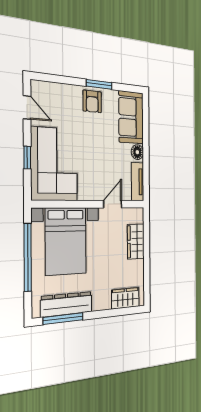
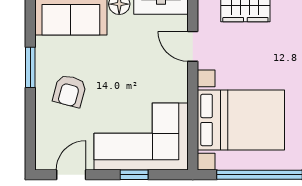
armchair: (92, 101) -> (70, 91), moved, turned 105

